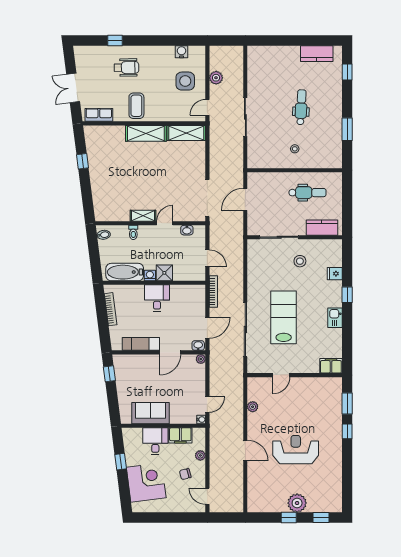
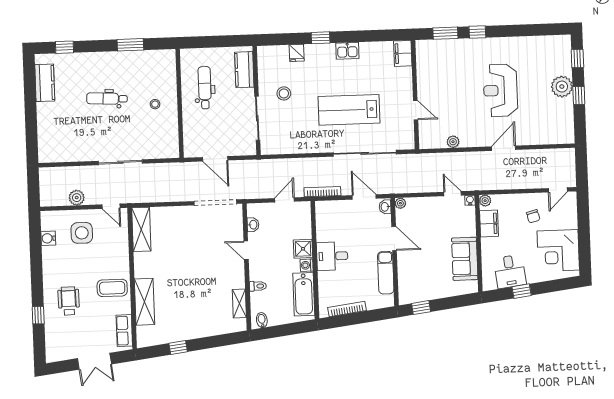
shelving: (146, 133) -> (144, 302), moved
shelving: (143, 216) -> (239, 303), moved
desk: (155, 441) -> (510, 271), moved, turned -97
plant: (200, 455) -> (485, 201), moved
corner desk: (146, 482) -> (558, 251), moved, turned -83

